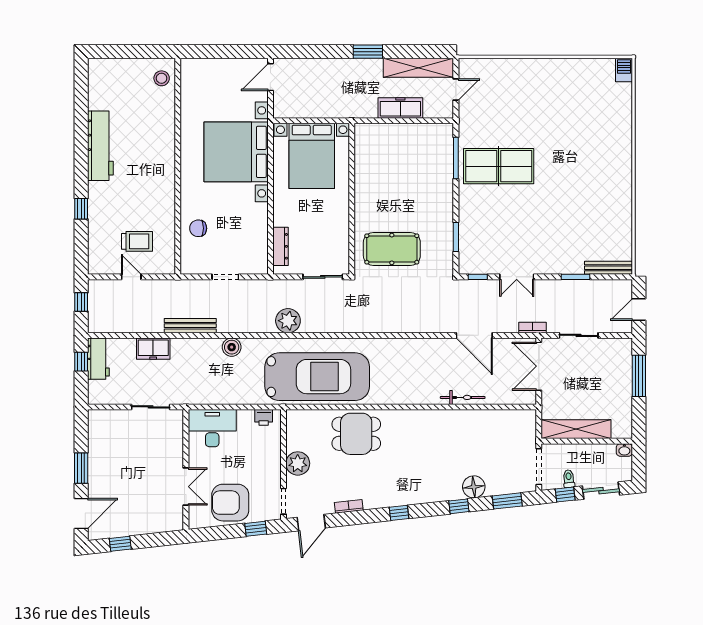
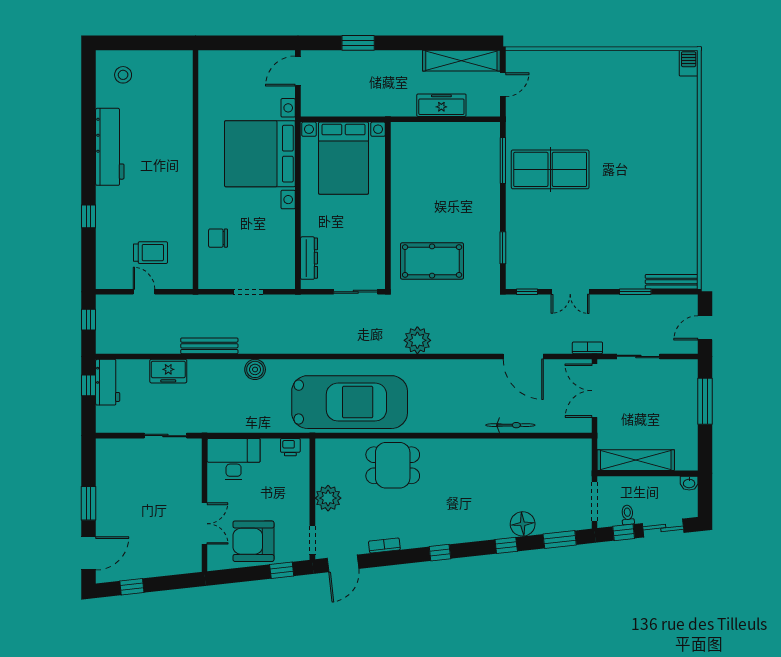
window: (368, 52) -> (358, 43), moved
stool: (162, 78) -> (123, 75), moved
plant: (288, 321) -> (417, 340), moved

